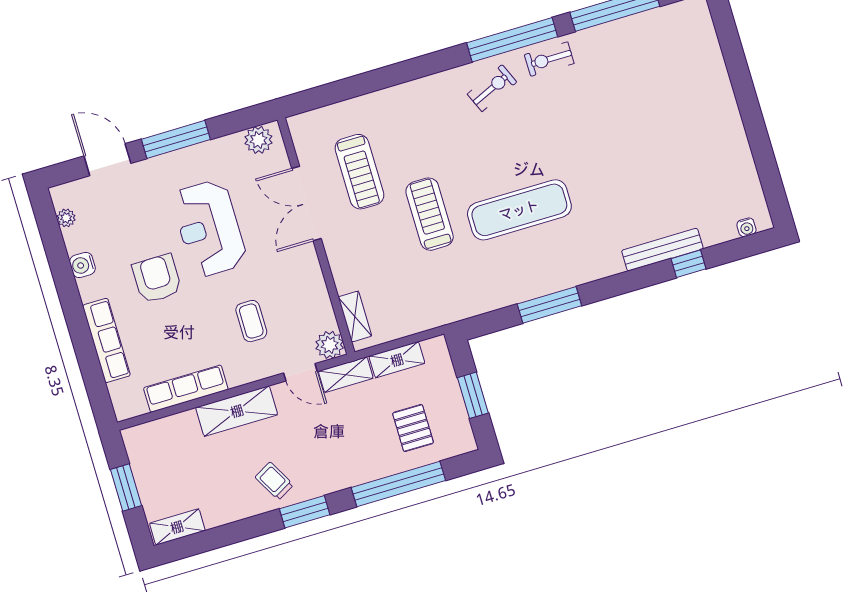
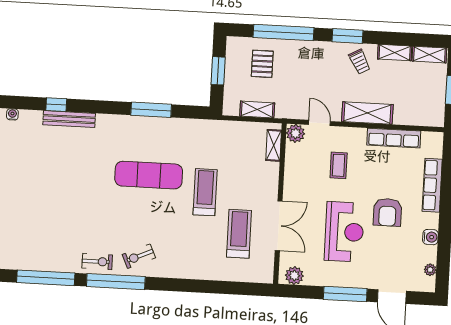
treadmill: (430, 214) -> (205, 192), turned 180
shelving: (346, 375) -> (395, 53), moved

